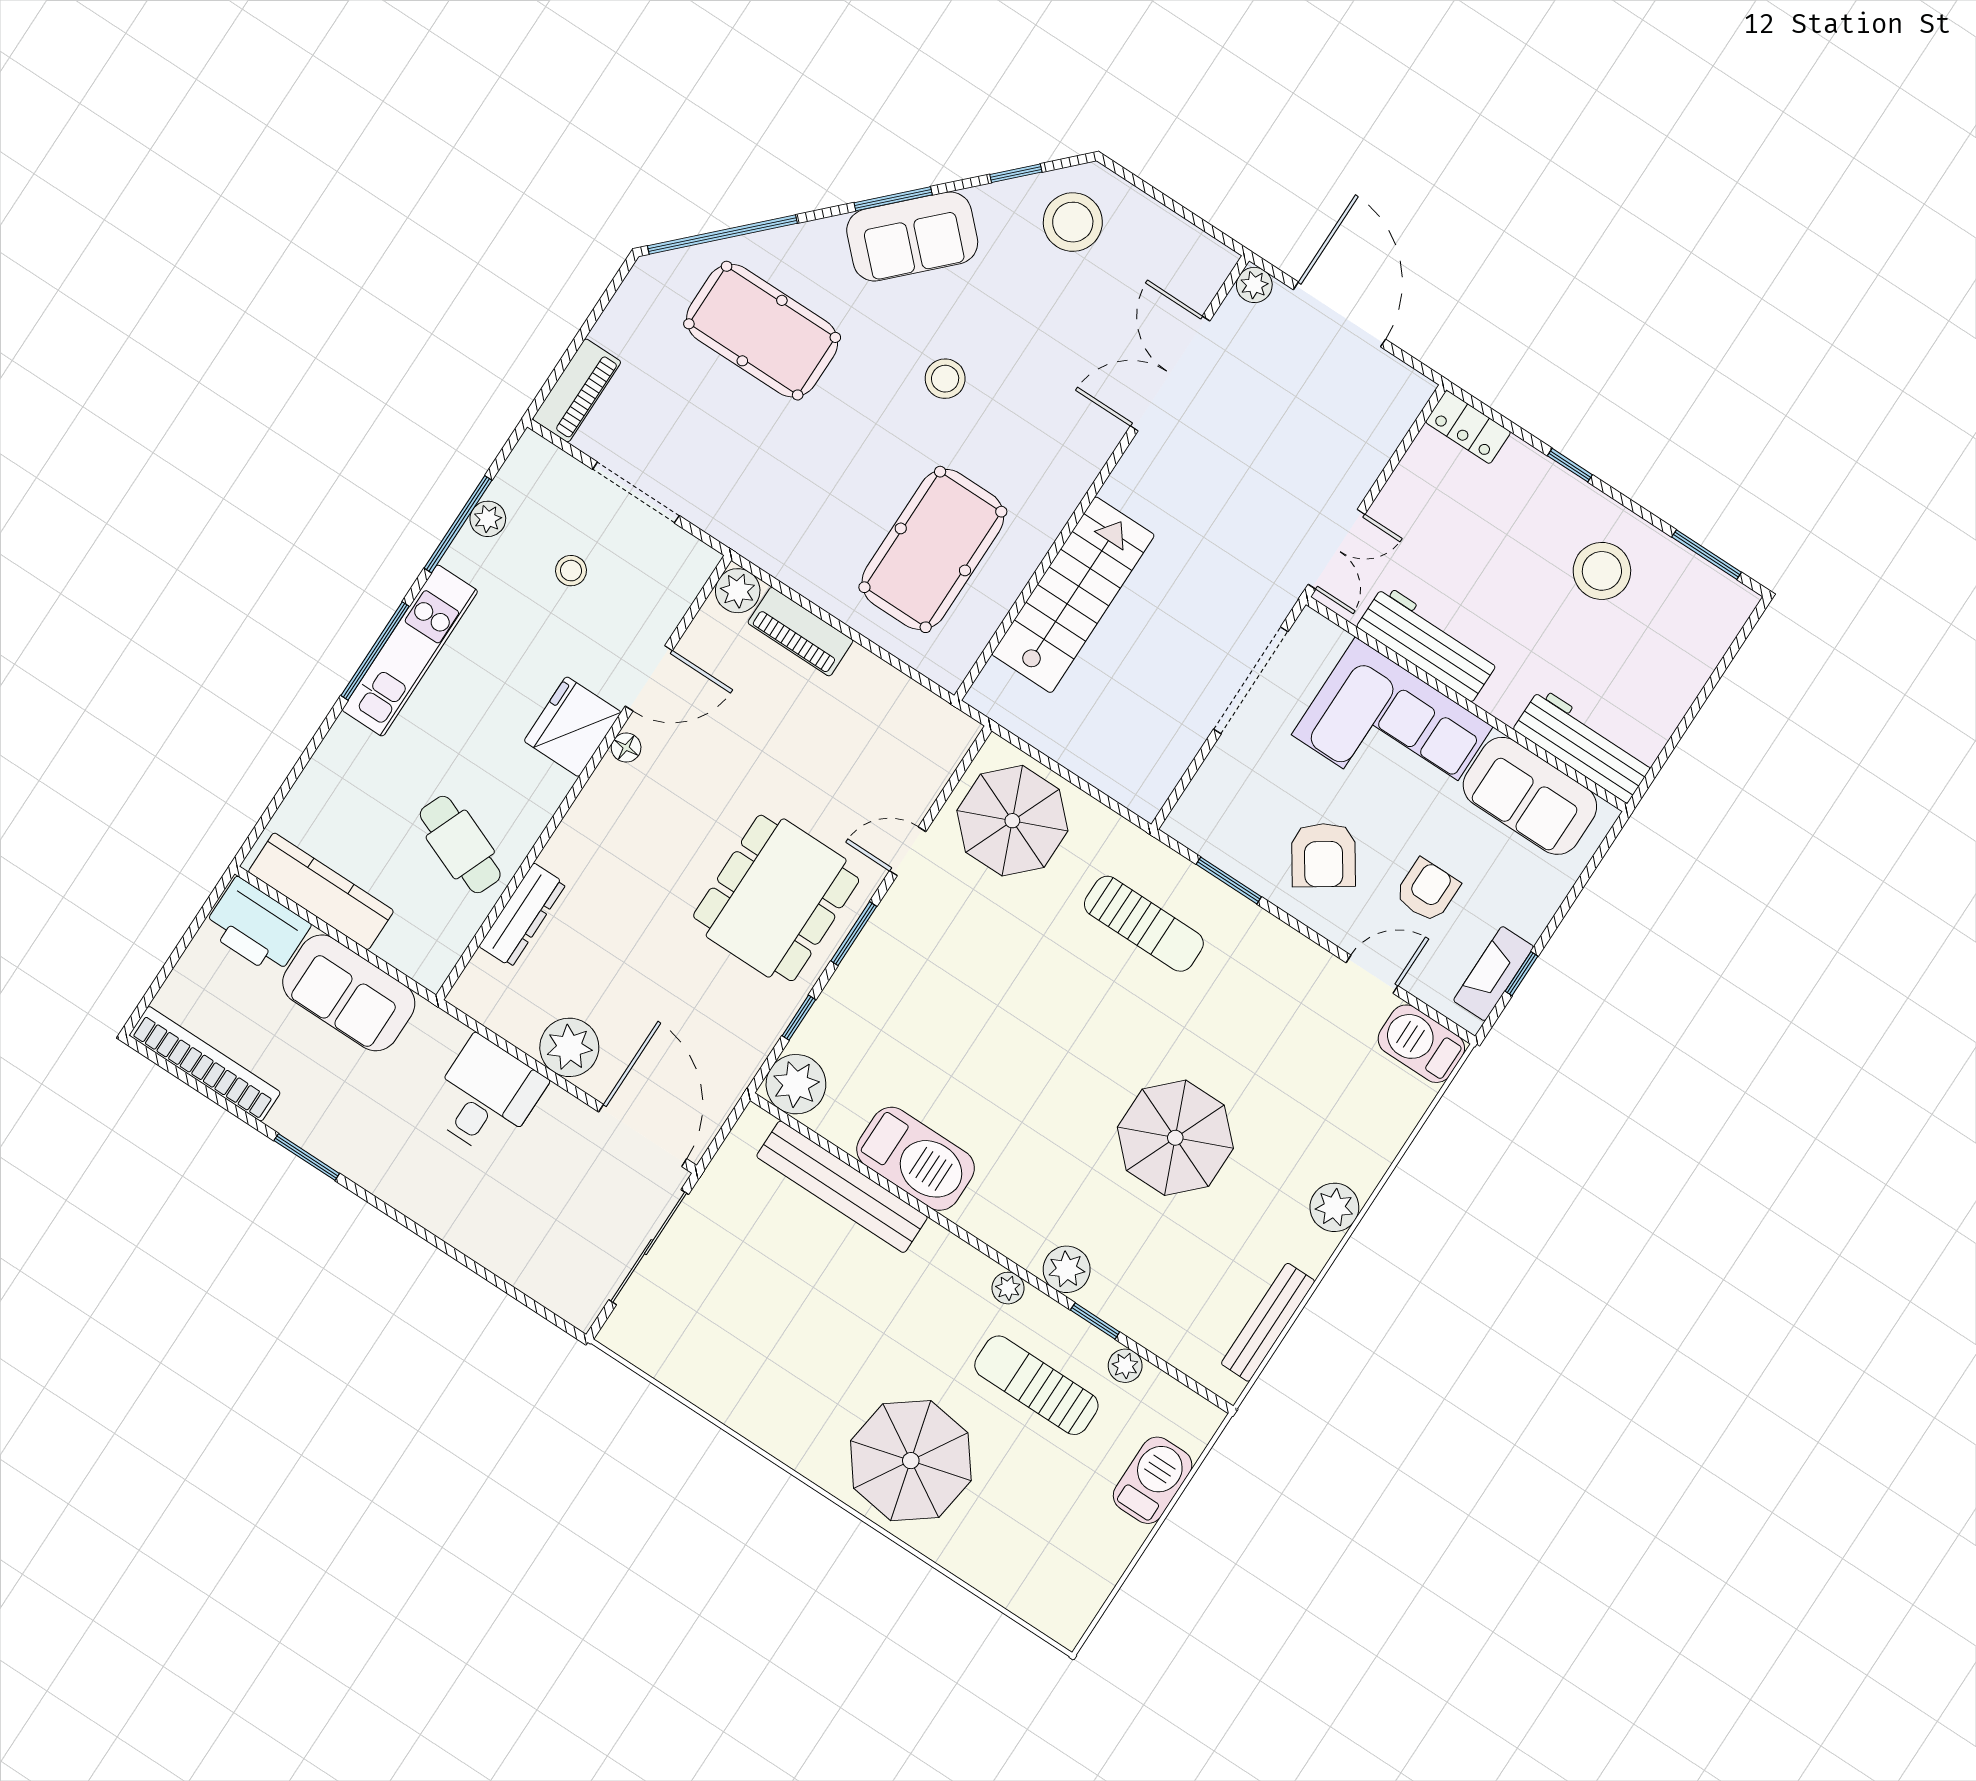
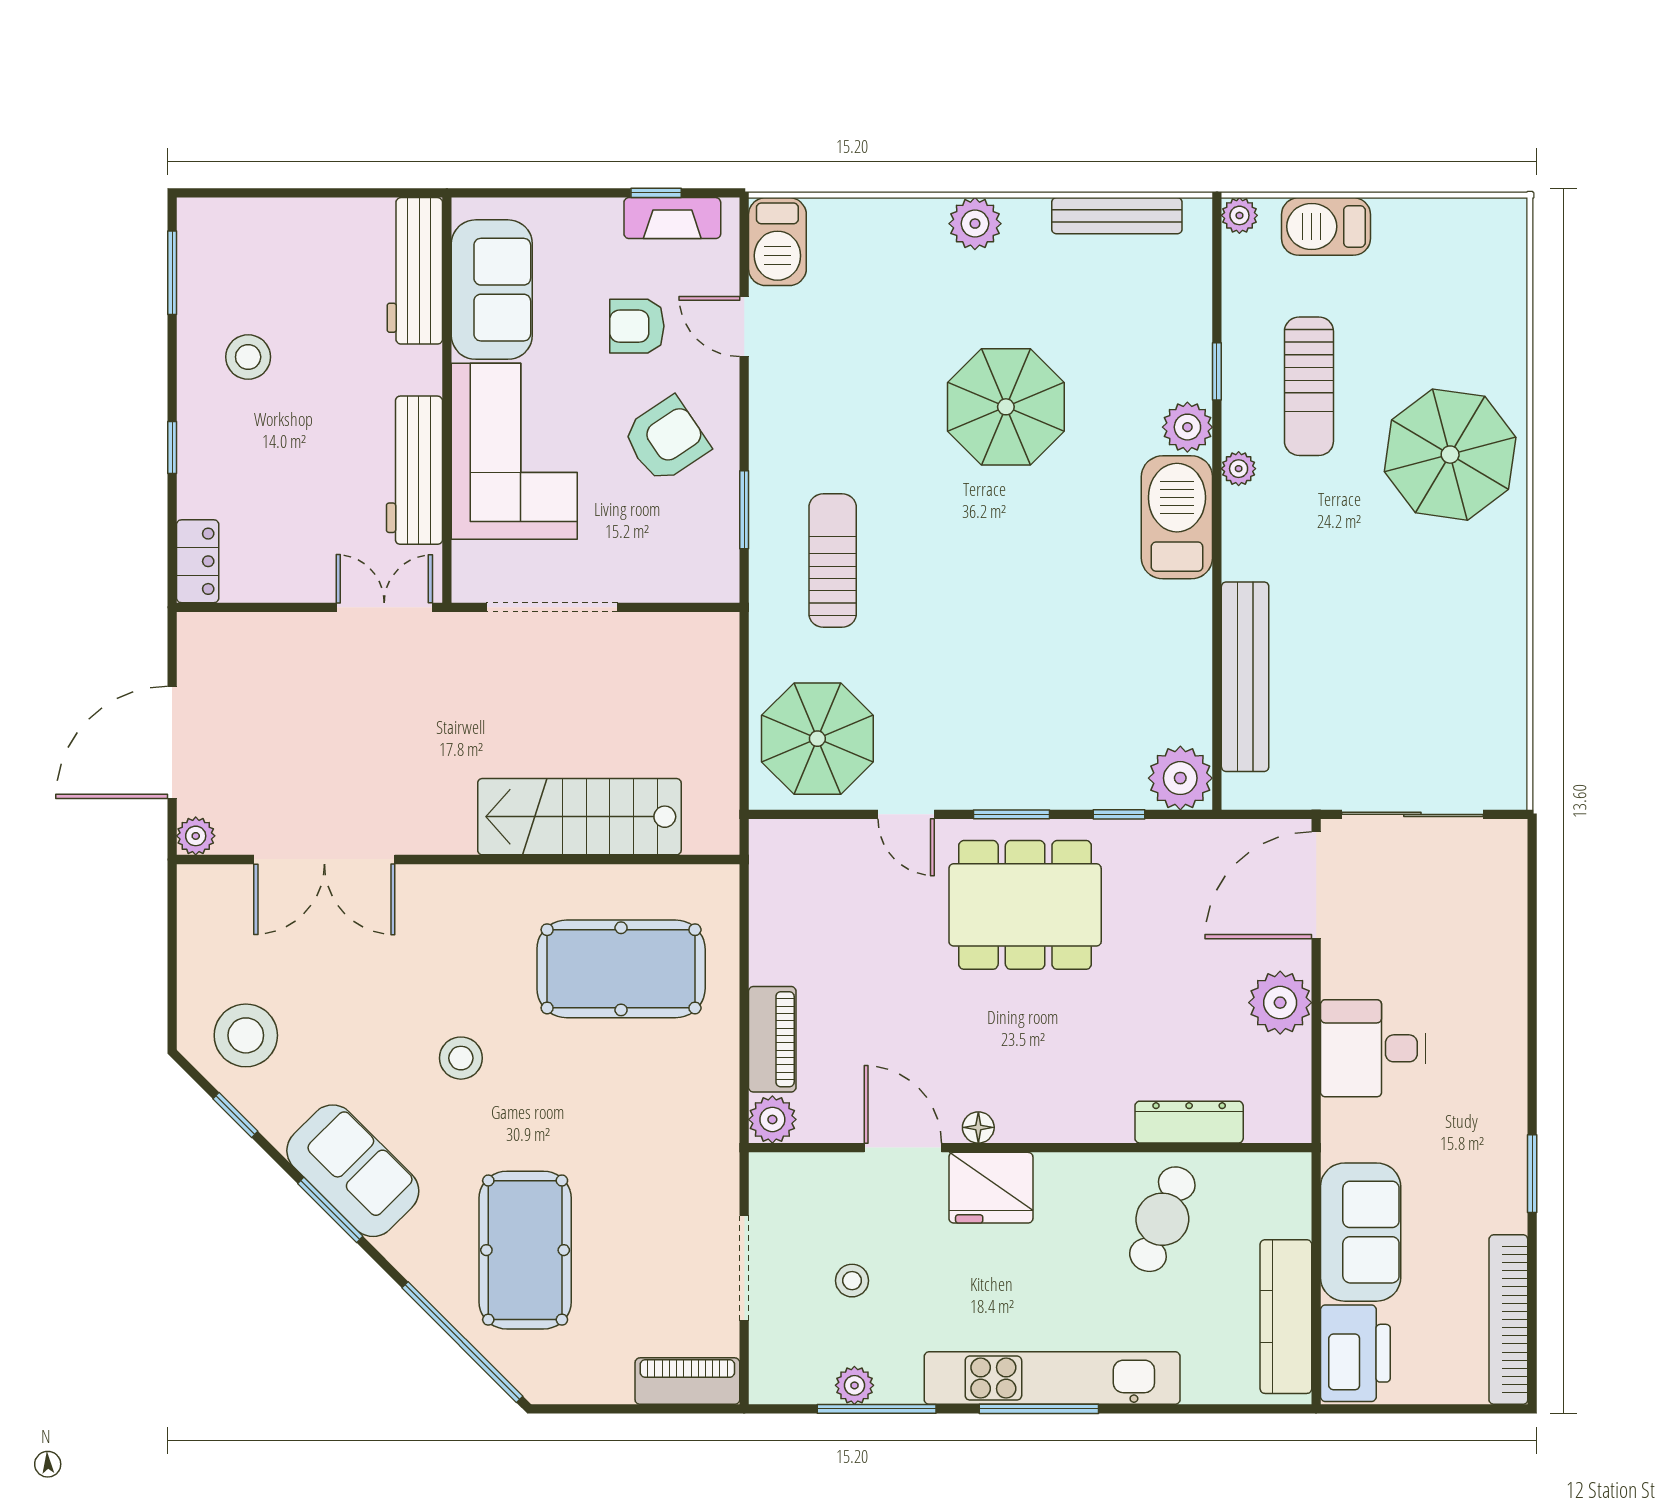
stool: (1602, 571) -> (248, 357), width x0.73, depth x0.73
kitchen unit: (410, 651) -> (1052, 1378), width x1.36
barbecue: (916, 1159) -> (1177, 517), moved
plant: (1125, 1366) -> (1239, 215), moved

